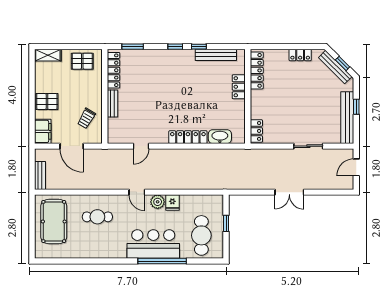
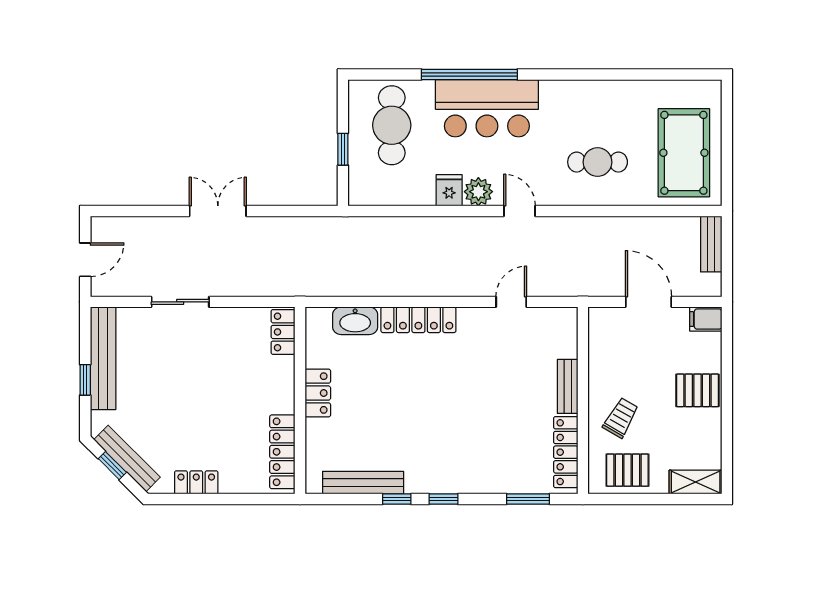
locker: (239, 87) -> (318, 393), moved
trolley: (86, 118) -> (621, 418), moved
filing cabinet: (43, 131) -> (706, 319), width x0.50

